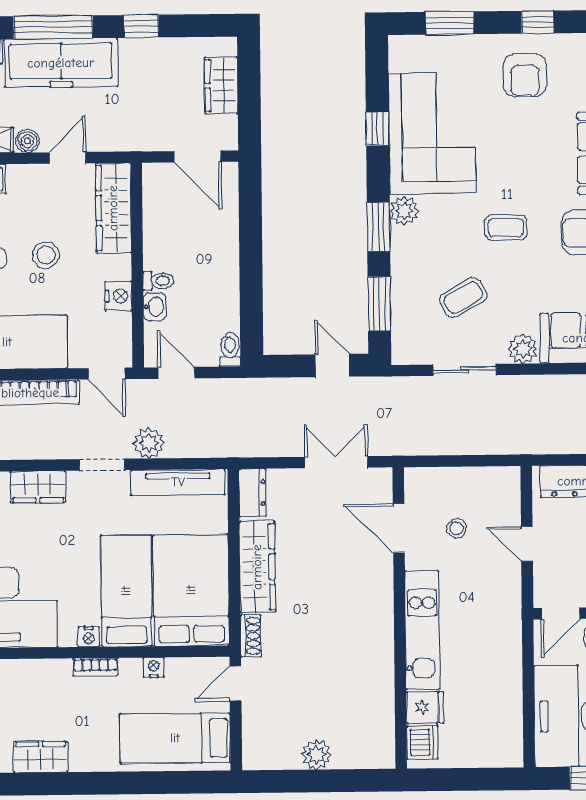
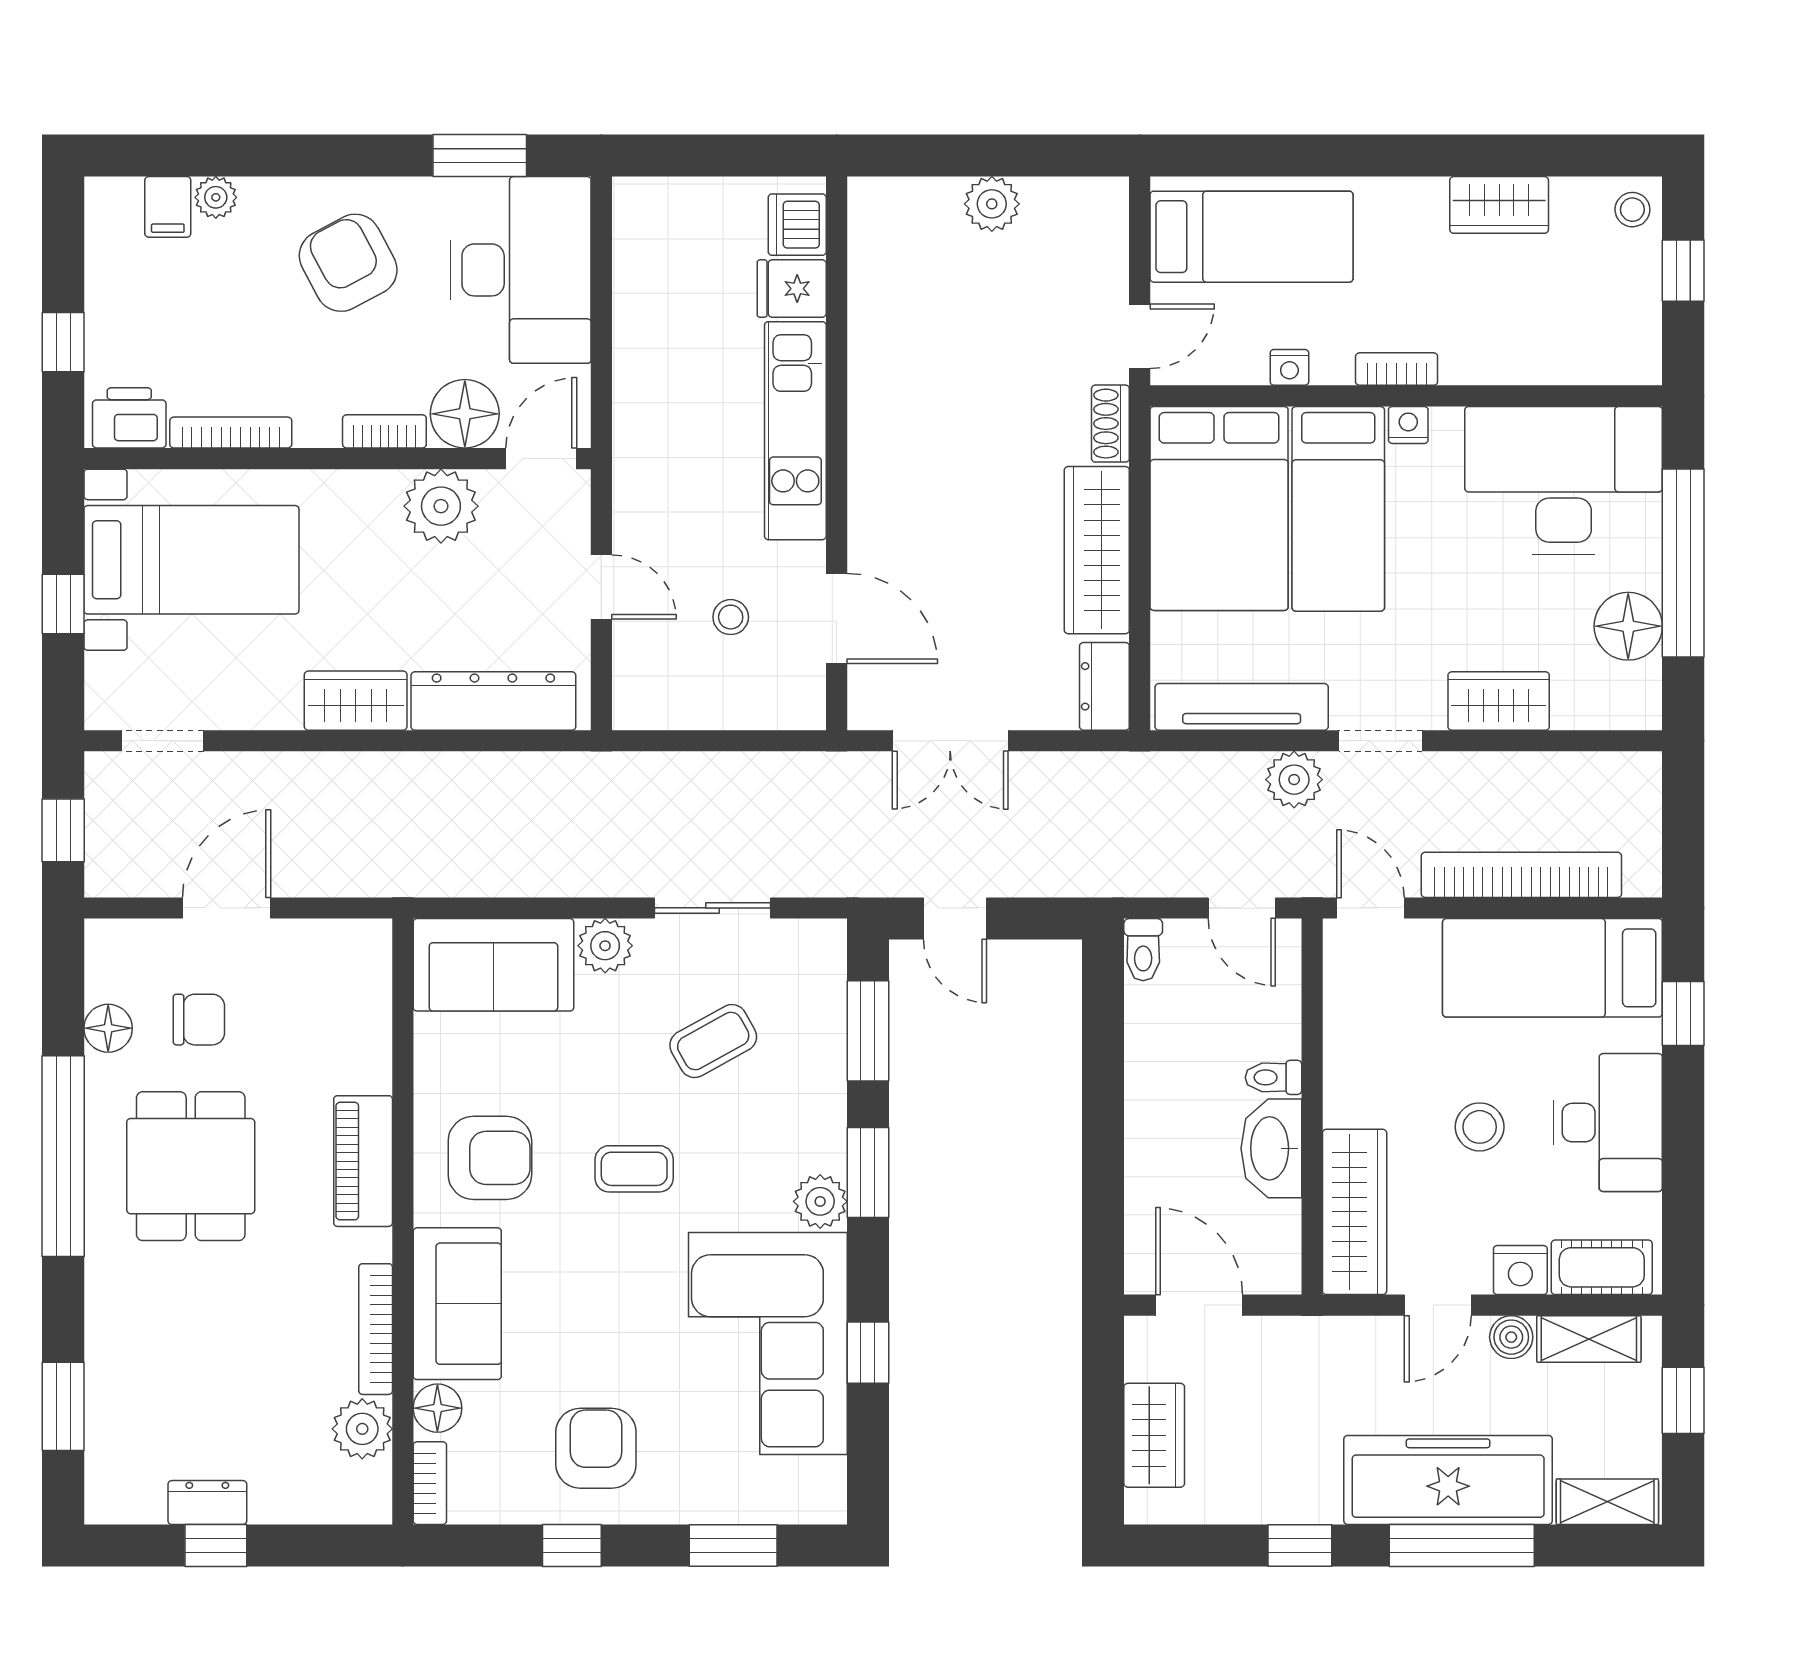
nightstand: (118, 296) -> (1520, 1270), moved, turned -90
washbasin: (155, 307) -> (1271, 1148), moved, width x1.91, depth x1.45

